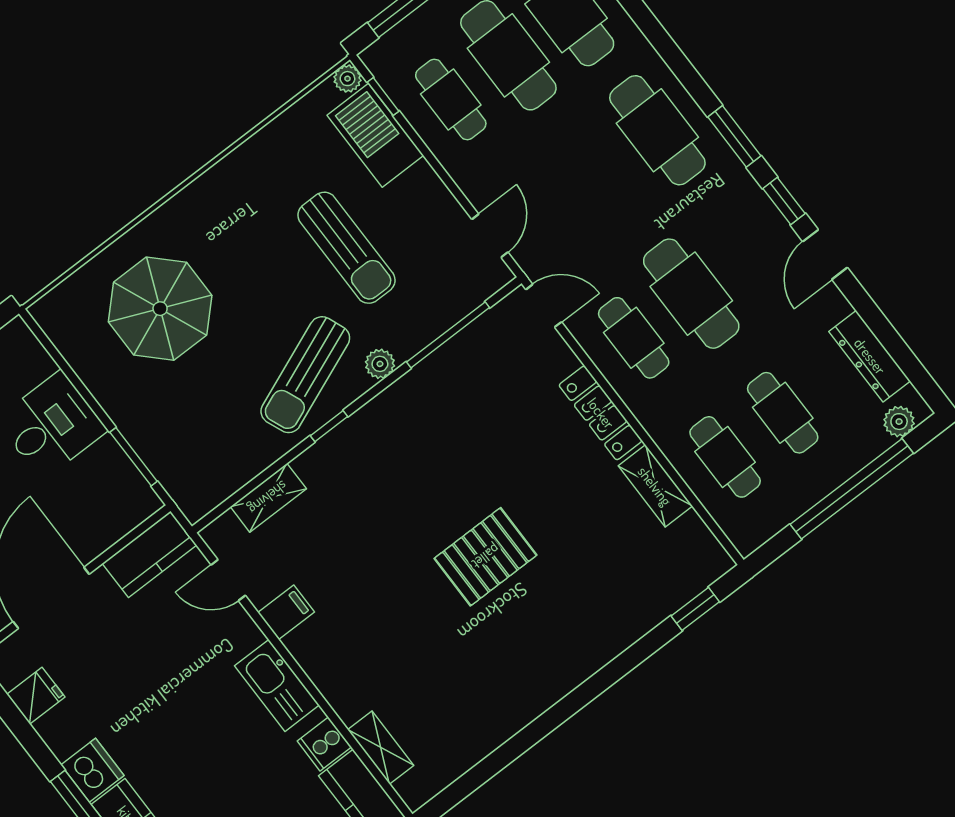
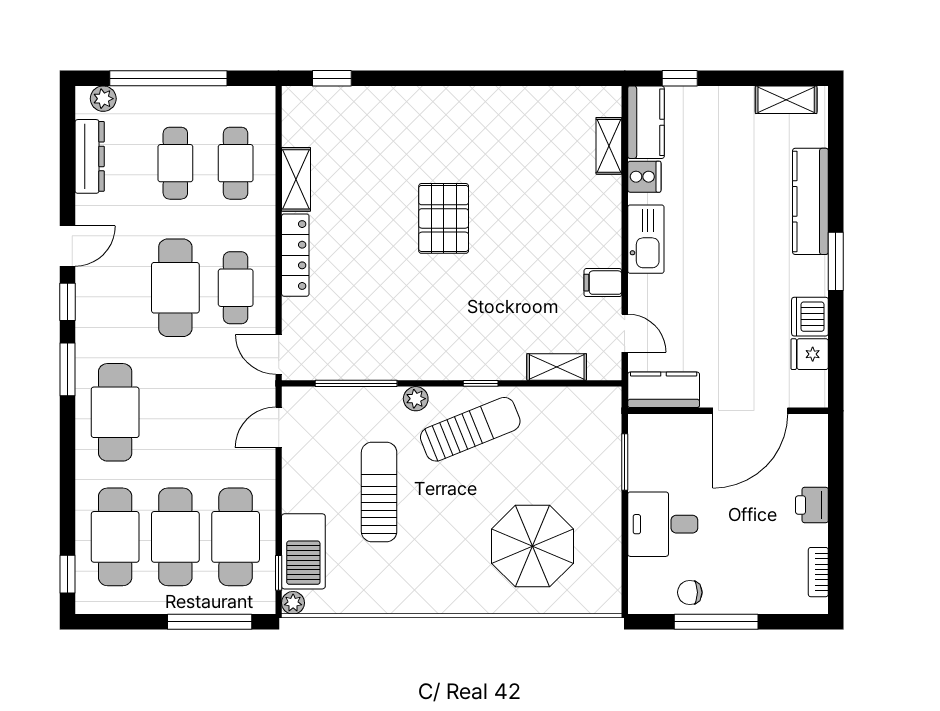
cafe table: (451, 100) -> (236, 537), width x1.37, depth x1.35
pallet: (486, 557) -> (444, 218), turned 90
dishwasher: (92, 770) -> (810, 317), moved

